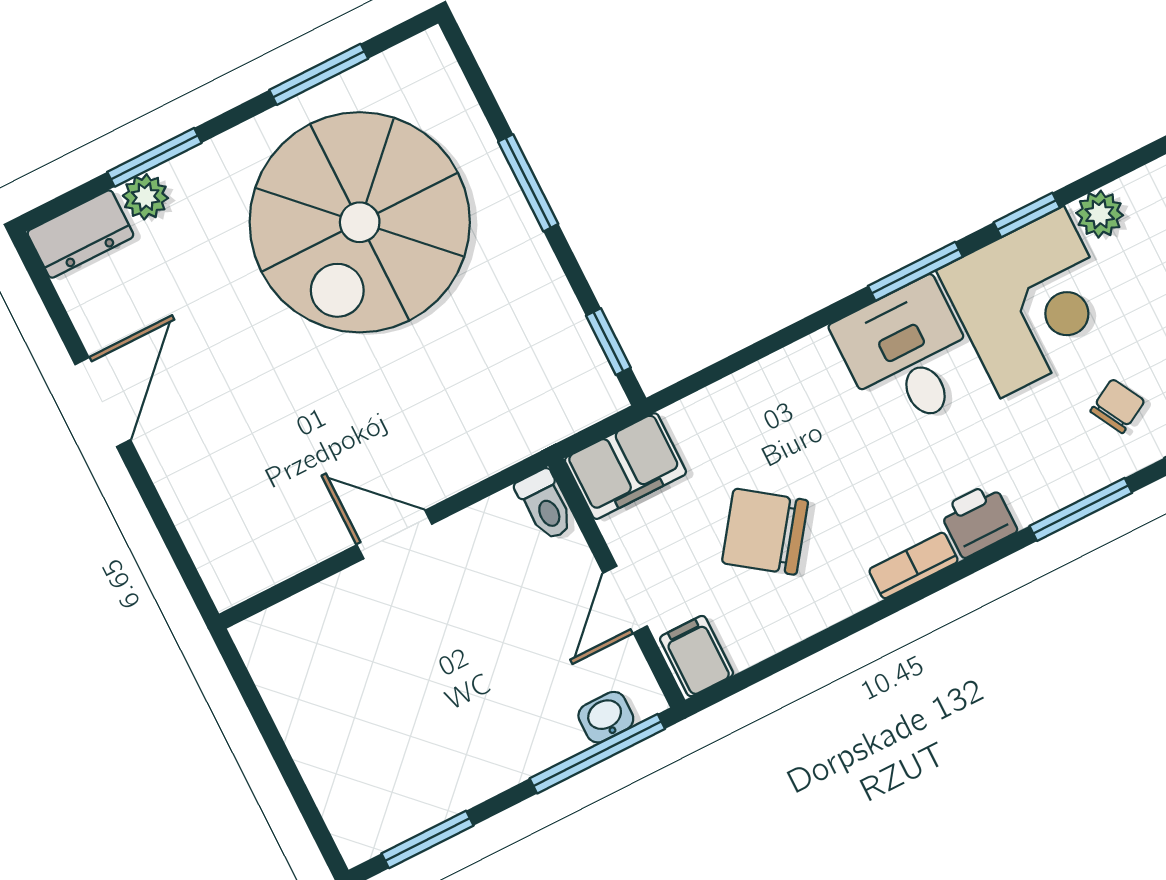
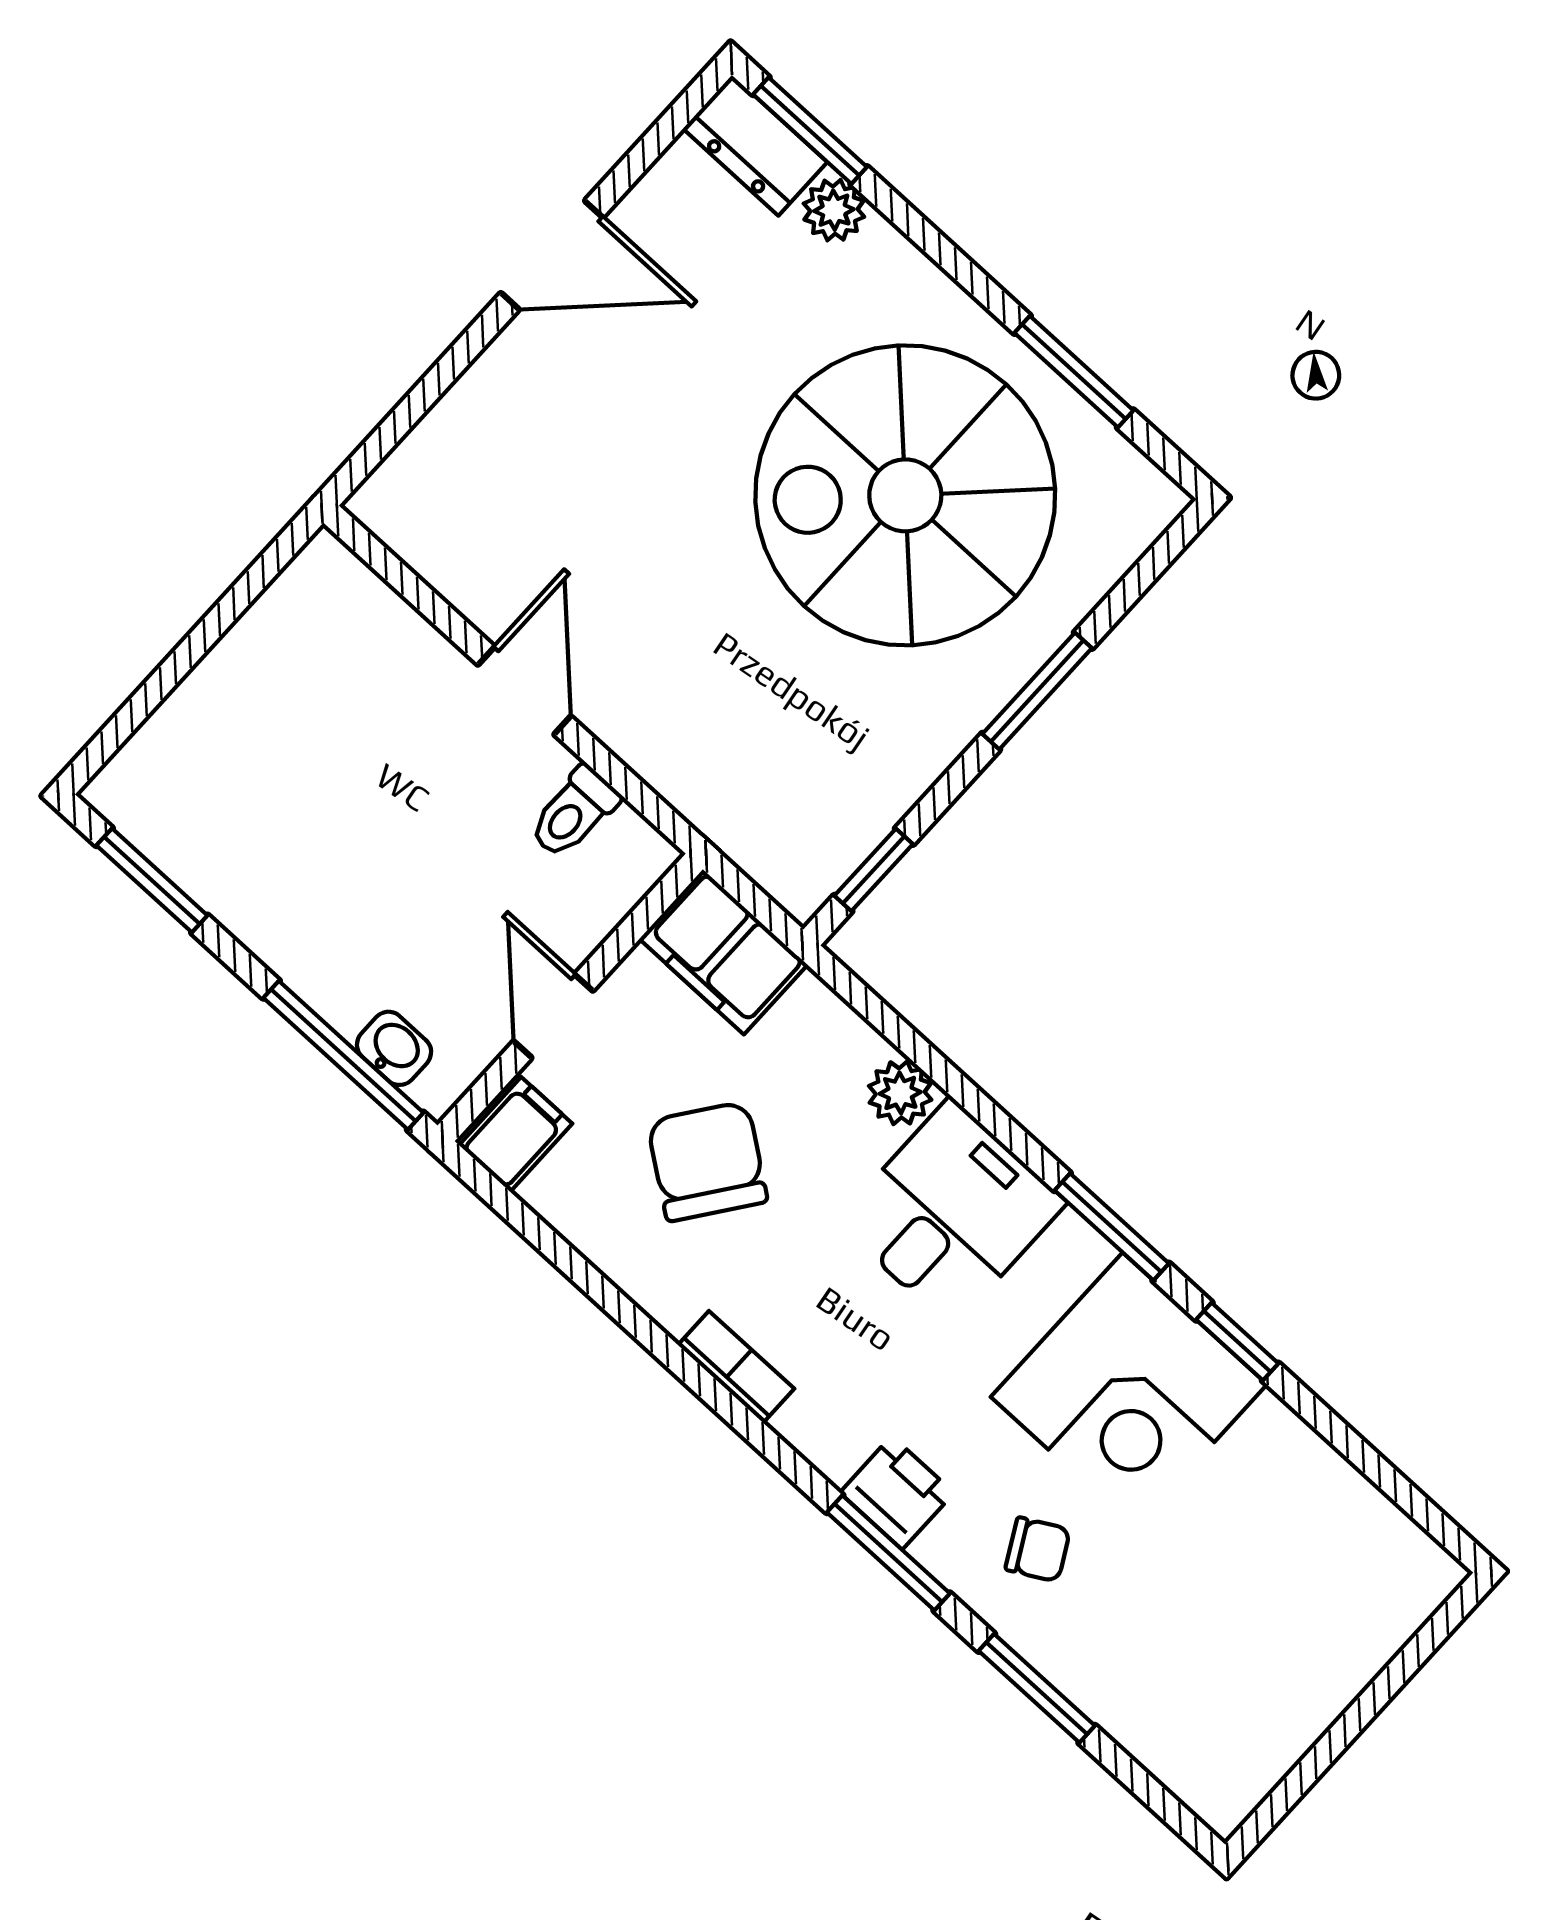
window: (154, 157) -> (810, 131), moved
plant: (1100, 214) -> (900, 1093), moved
desk: (908, 355) -> (951, 1212), moved
toilet: (545, 505) -> (574, 812), moved
printer: (978, 520) -> (897, 1493), moved
door: (625, 599) -> (553, 1016), hinge flipped

